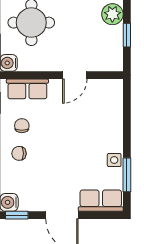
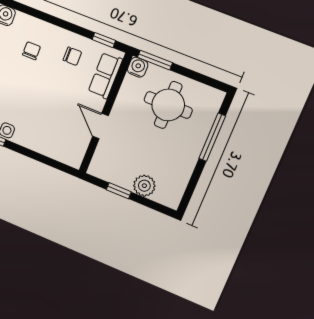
chair: (19, 153) -> (31, 51), moved

